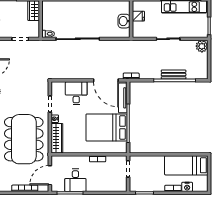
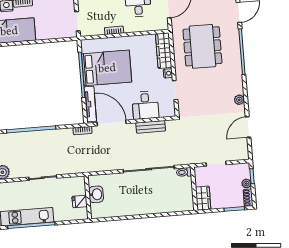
bench: (174, 75) -> (151, 127), moved
dining table: (24, 139) -> (202, 46), width x0.73, depth x0.80

